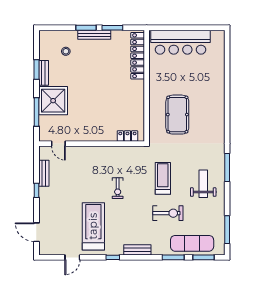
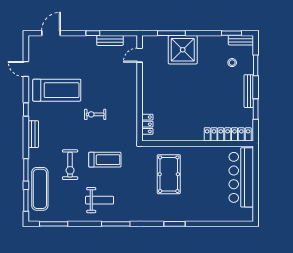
window: (86, 28) -> (256, 65), moved
window: (36, 70) -> (232, 33), moved
bench: (44, 73) -> (241, 40), moved
window: (227, 109) -> (175, 224), added
pool table: (177, 115) -> (169, 174), turned 90

